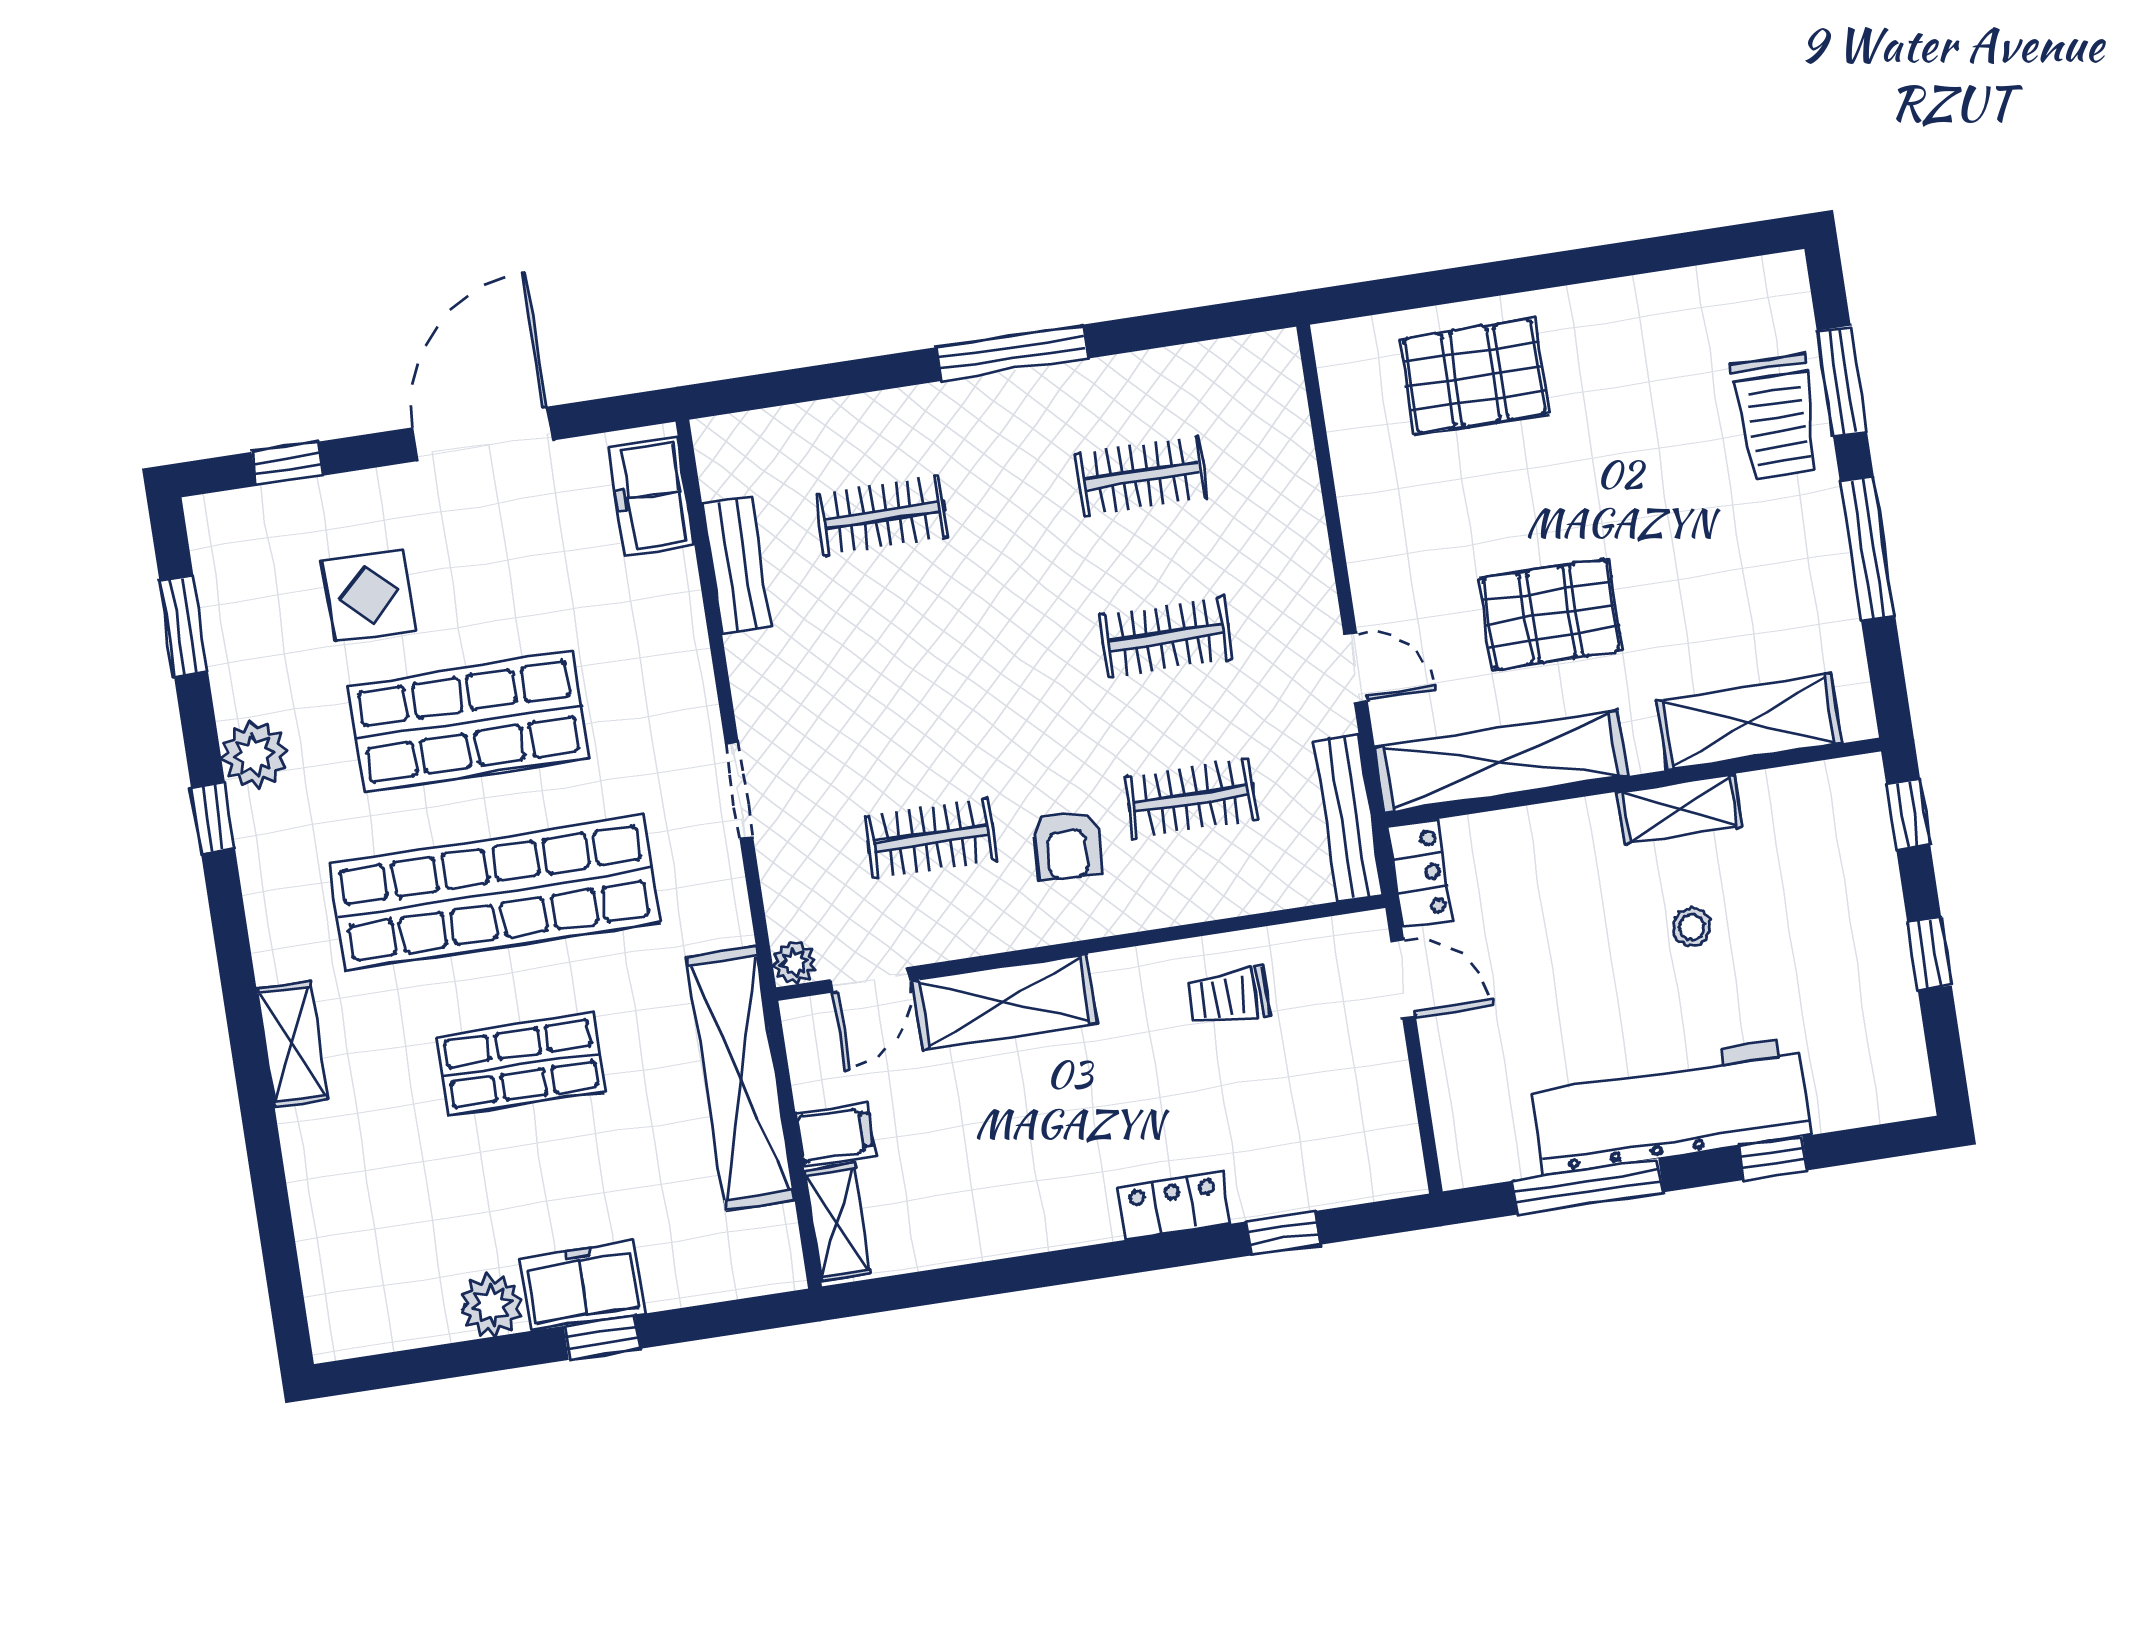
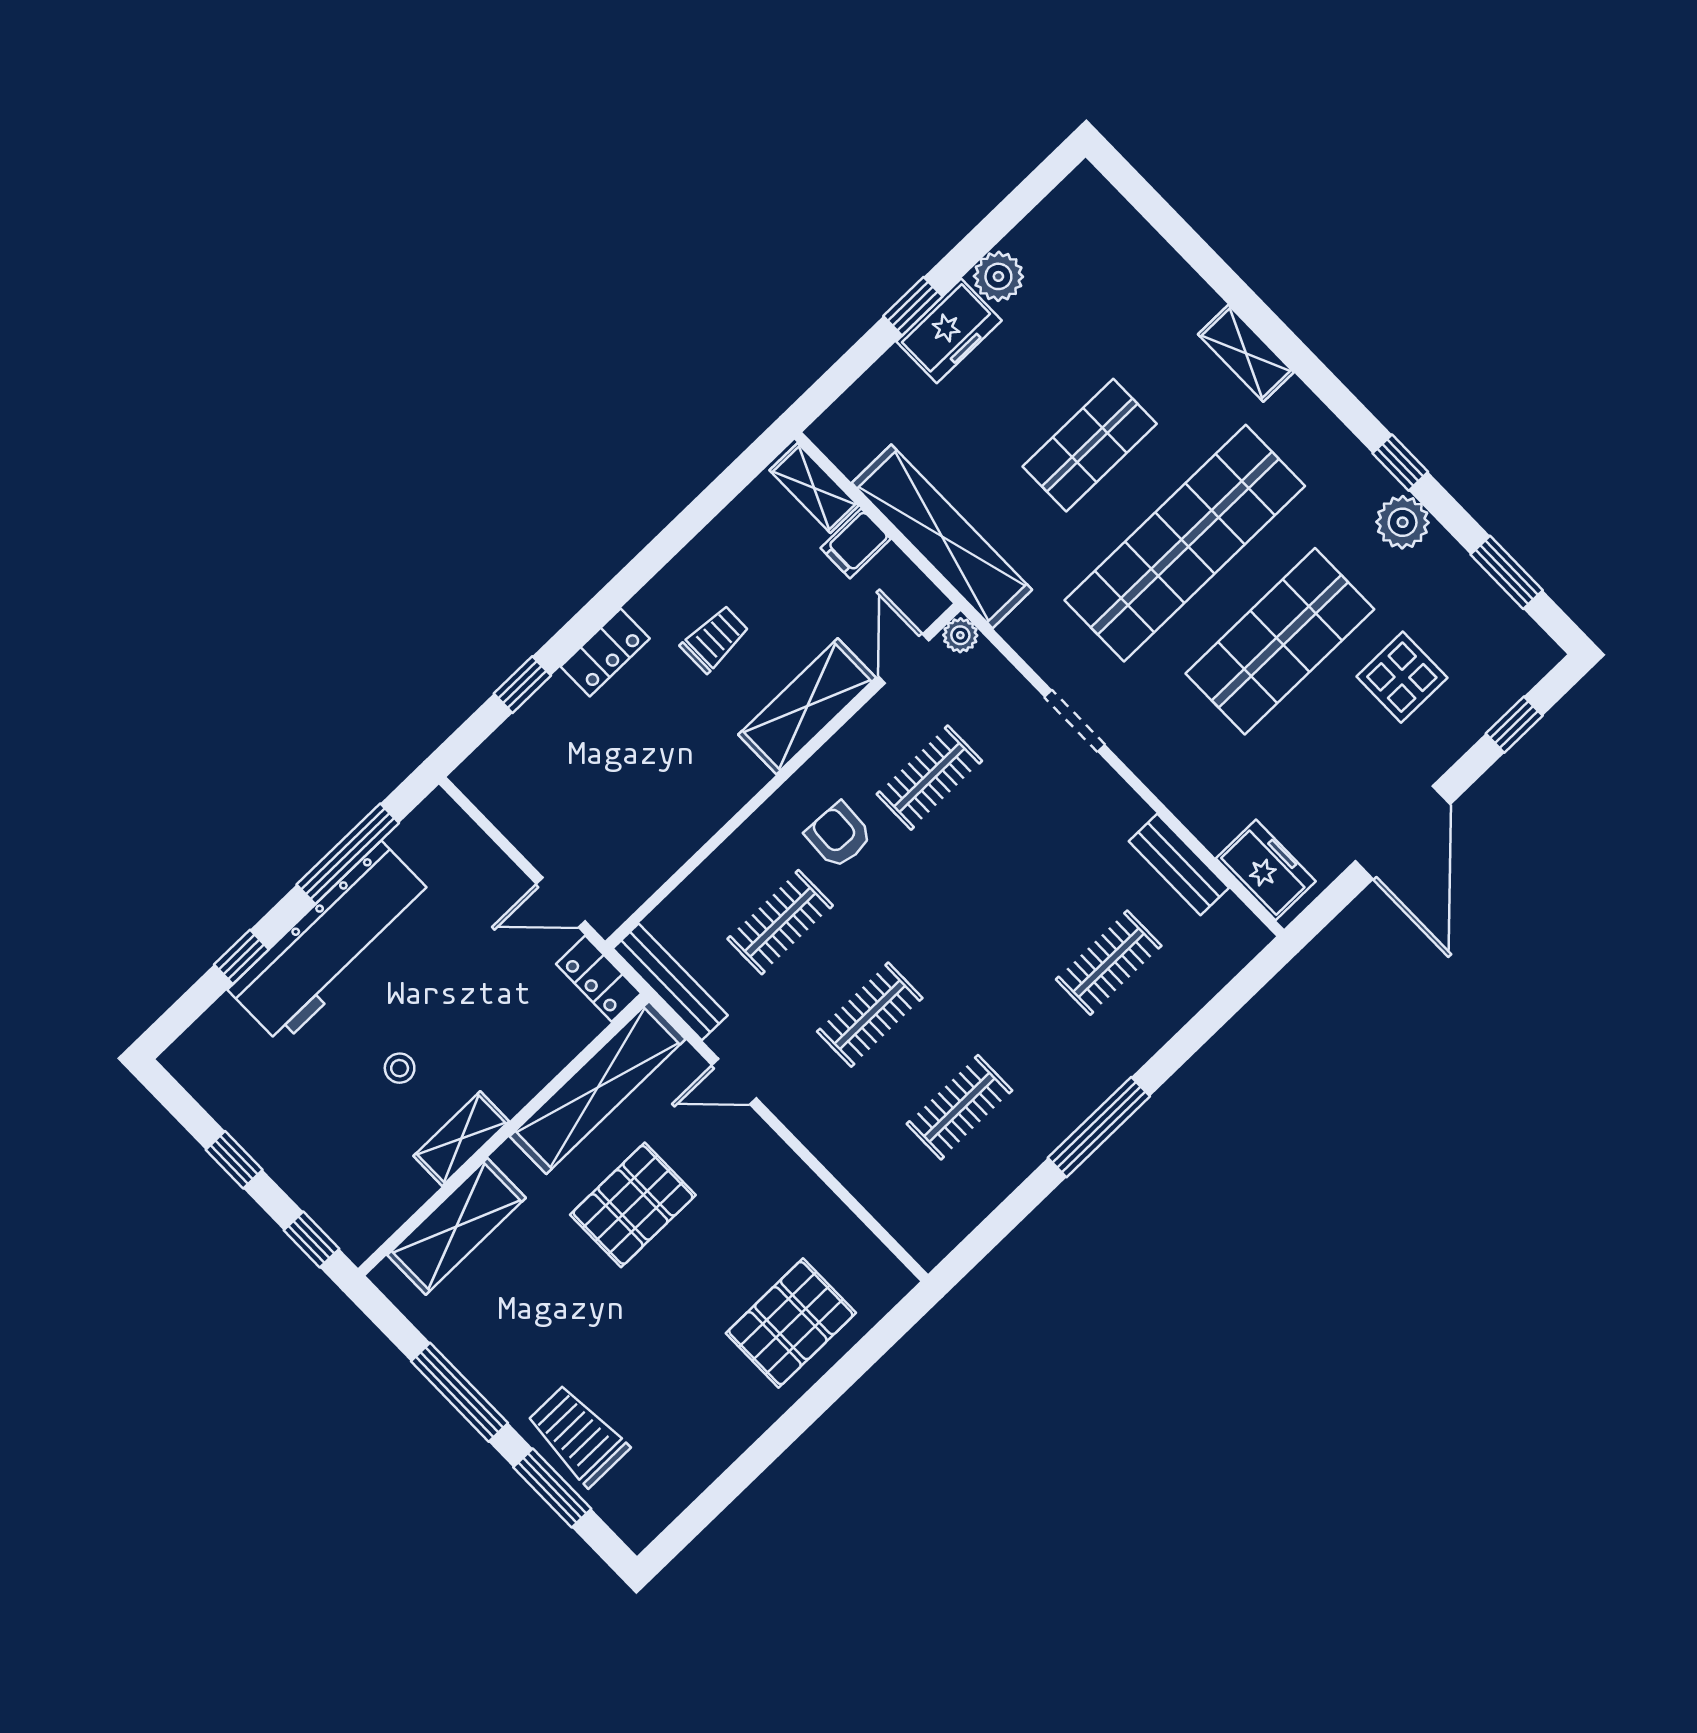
trolley: (1228, 997) -> (715, 639), moved

